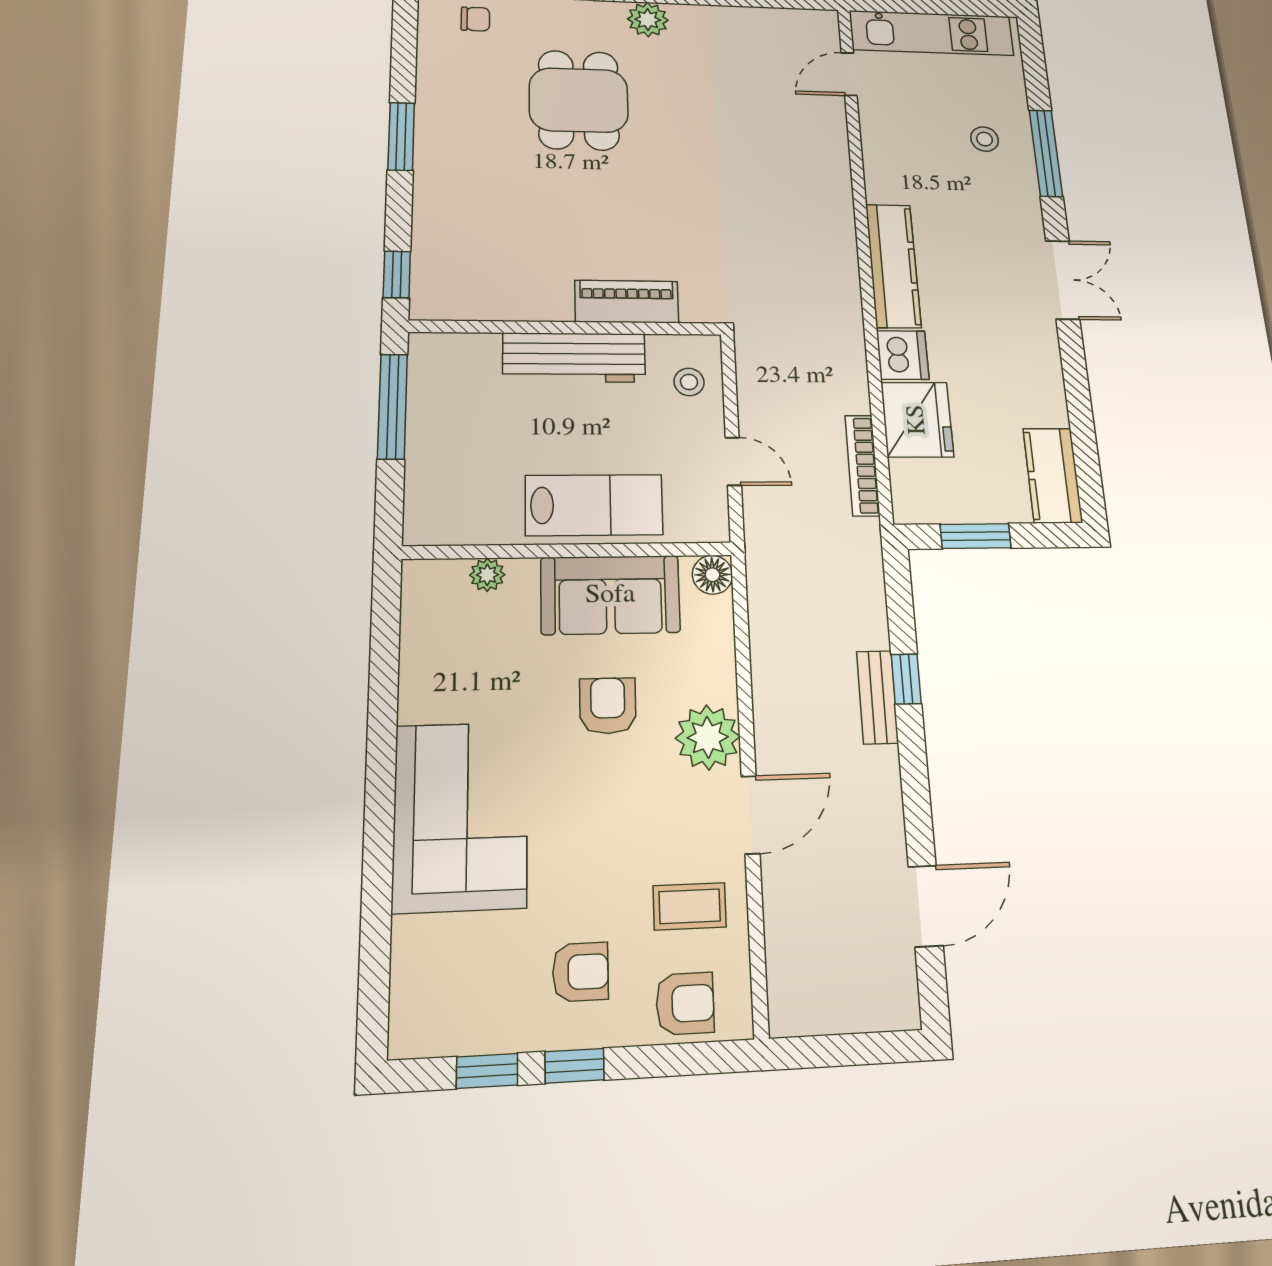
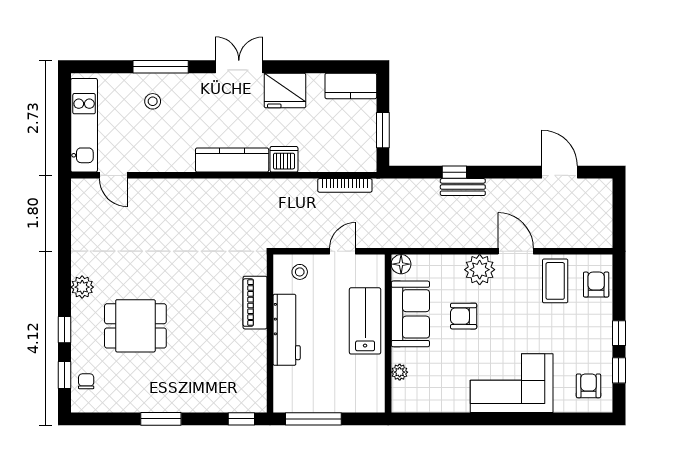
fridge: (917, 420) -> (285, 91), moved, turned 180
coffee table: (690, 906) -> (555, 281), width x1.36, depth x1.30
armchair: (580, 972) -> (589, 386), moved

